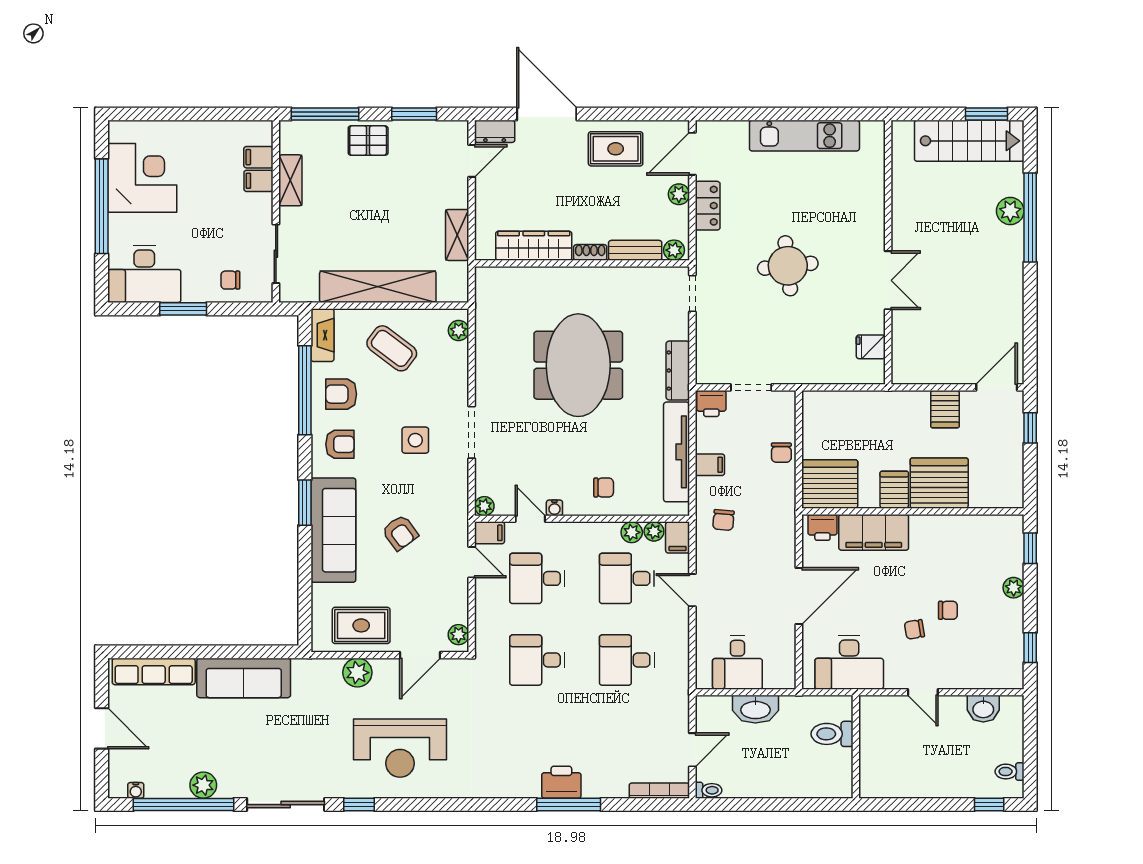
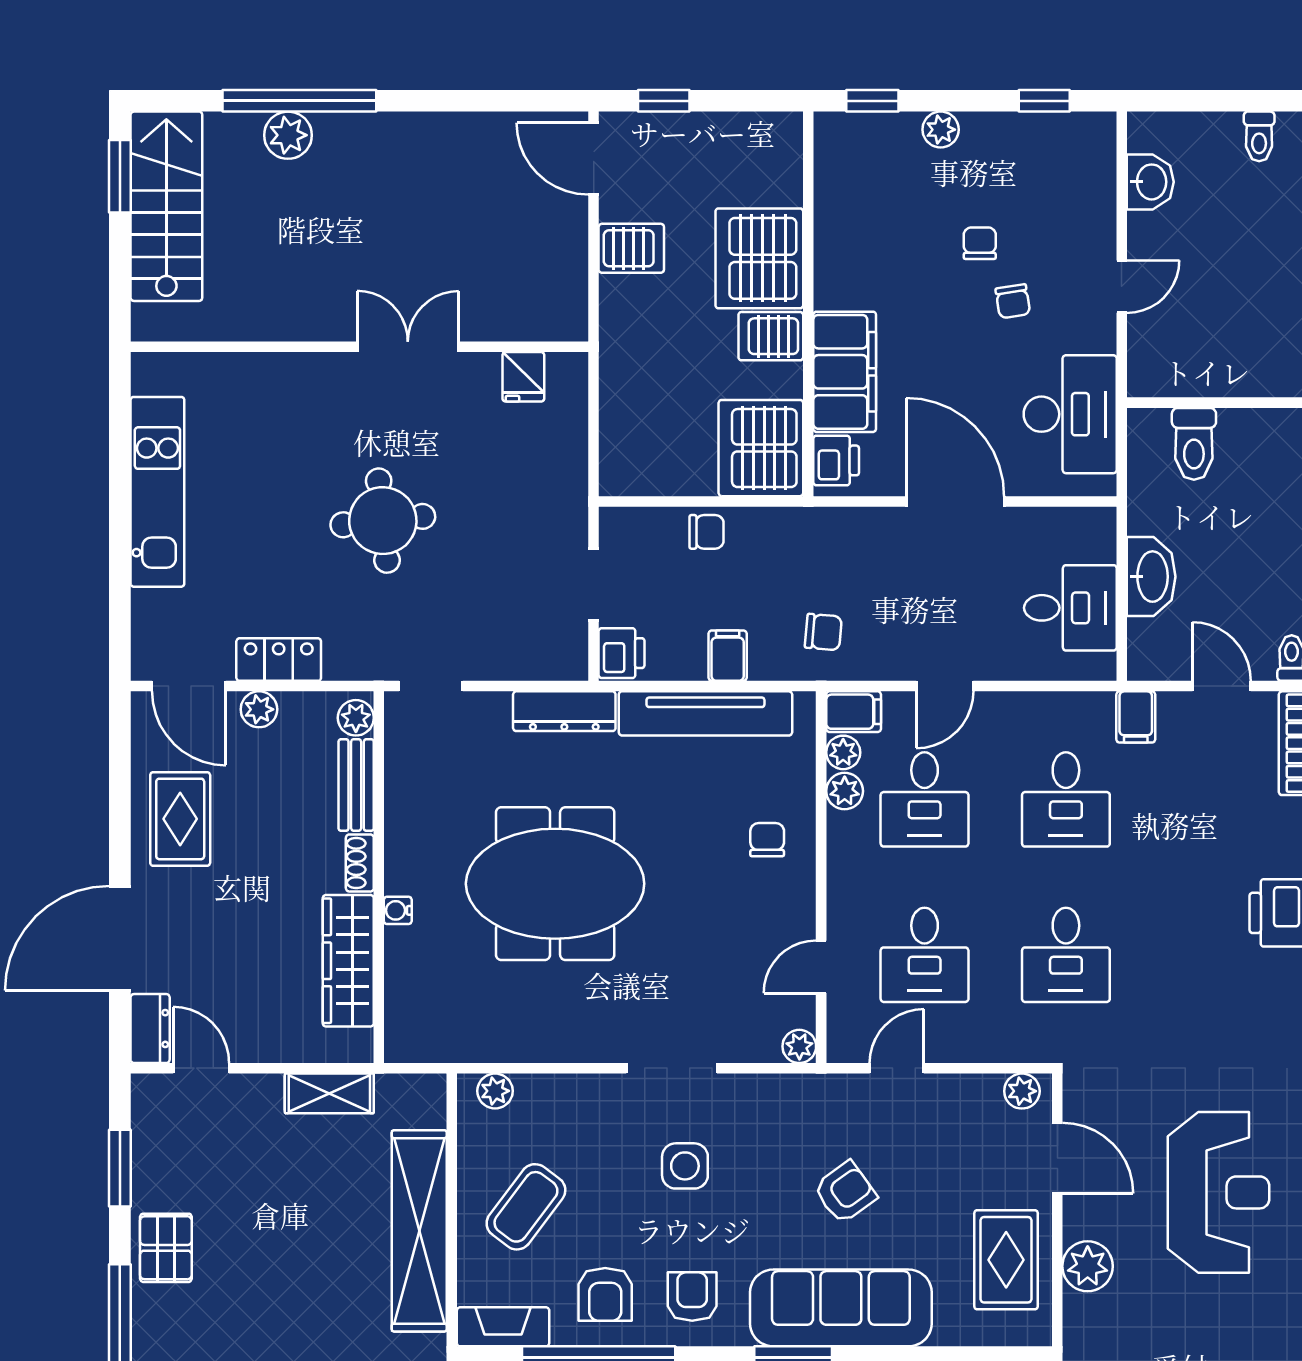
water cooler: (554, 508) -> (398, 910), moved, turned 180
filing cabinet: (490, 533) -> (1136, 717), moved, turned 180

